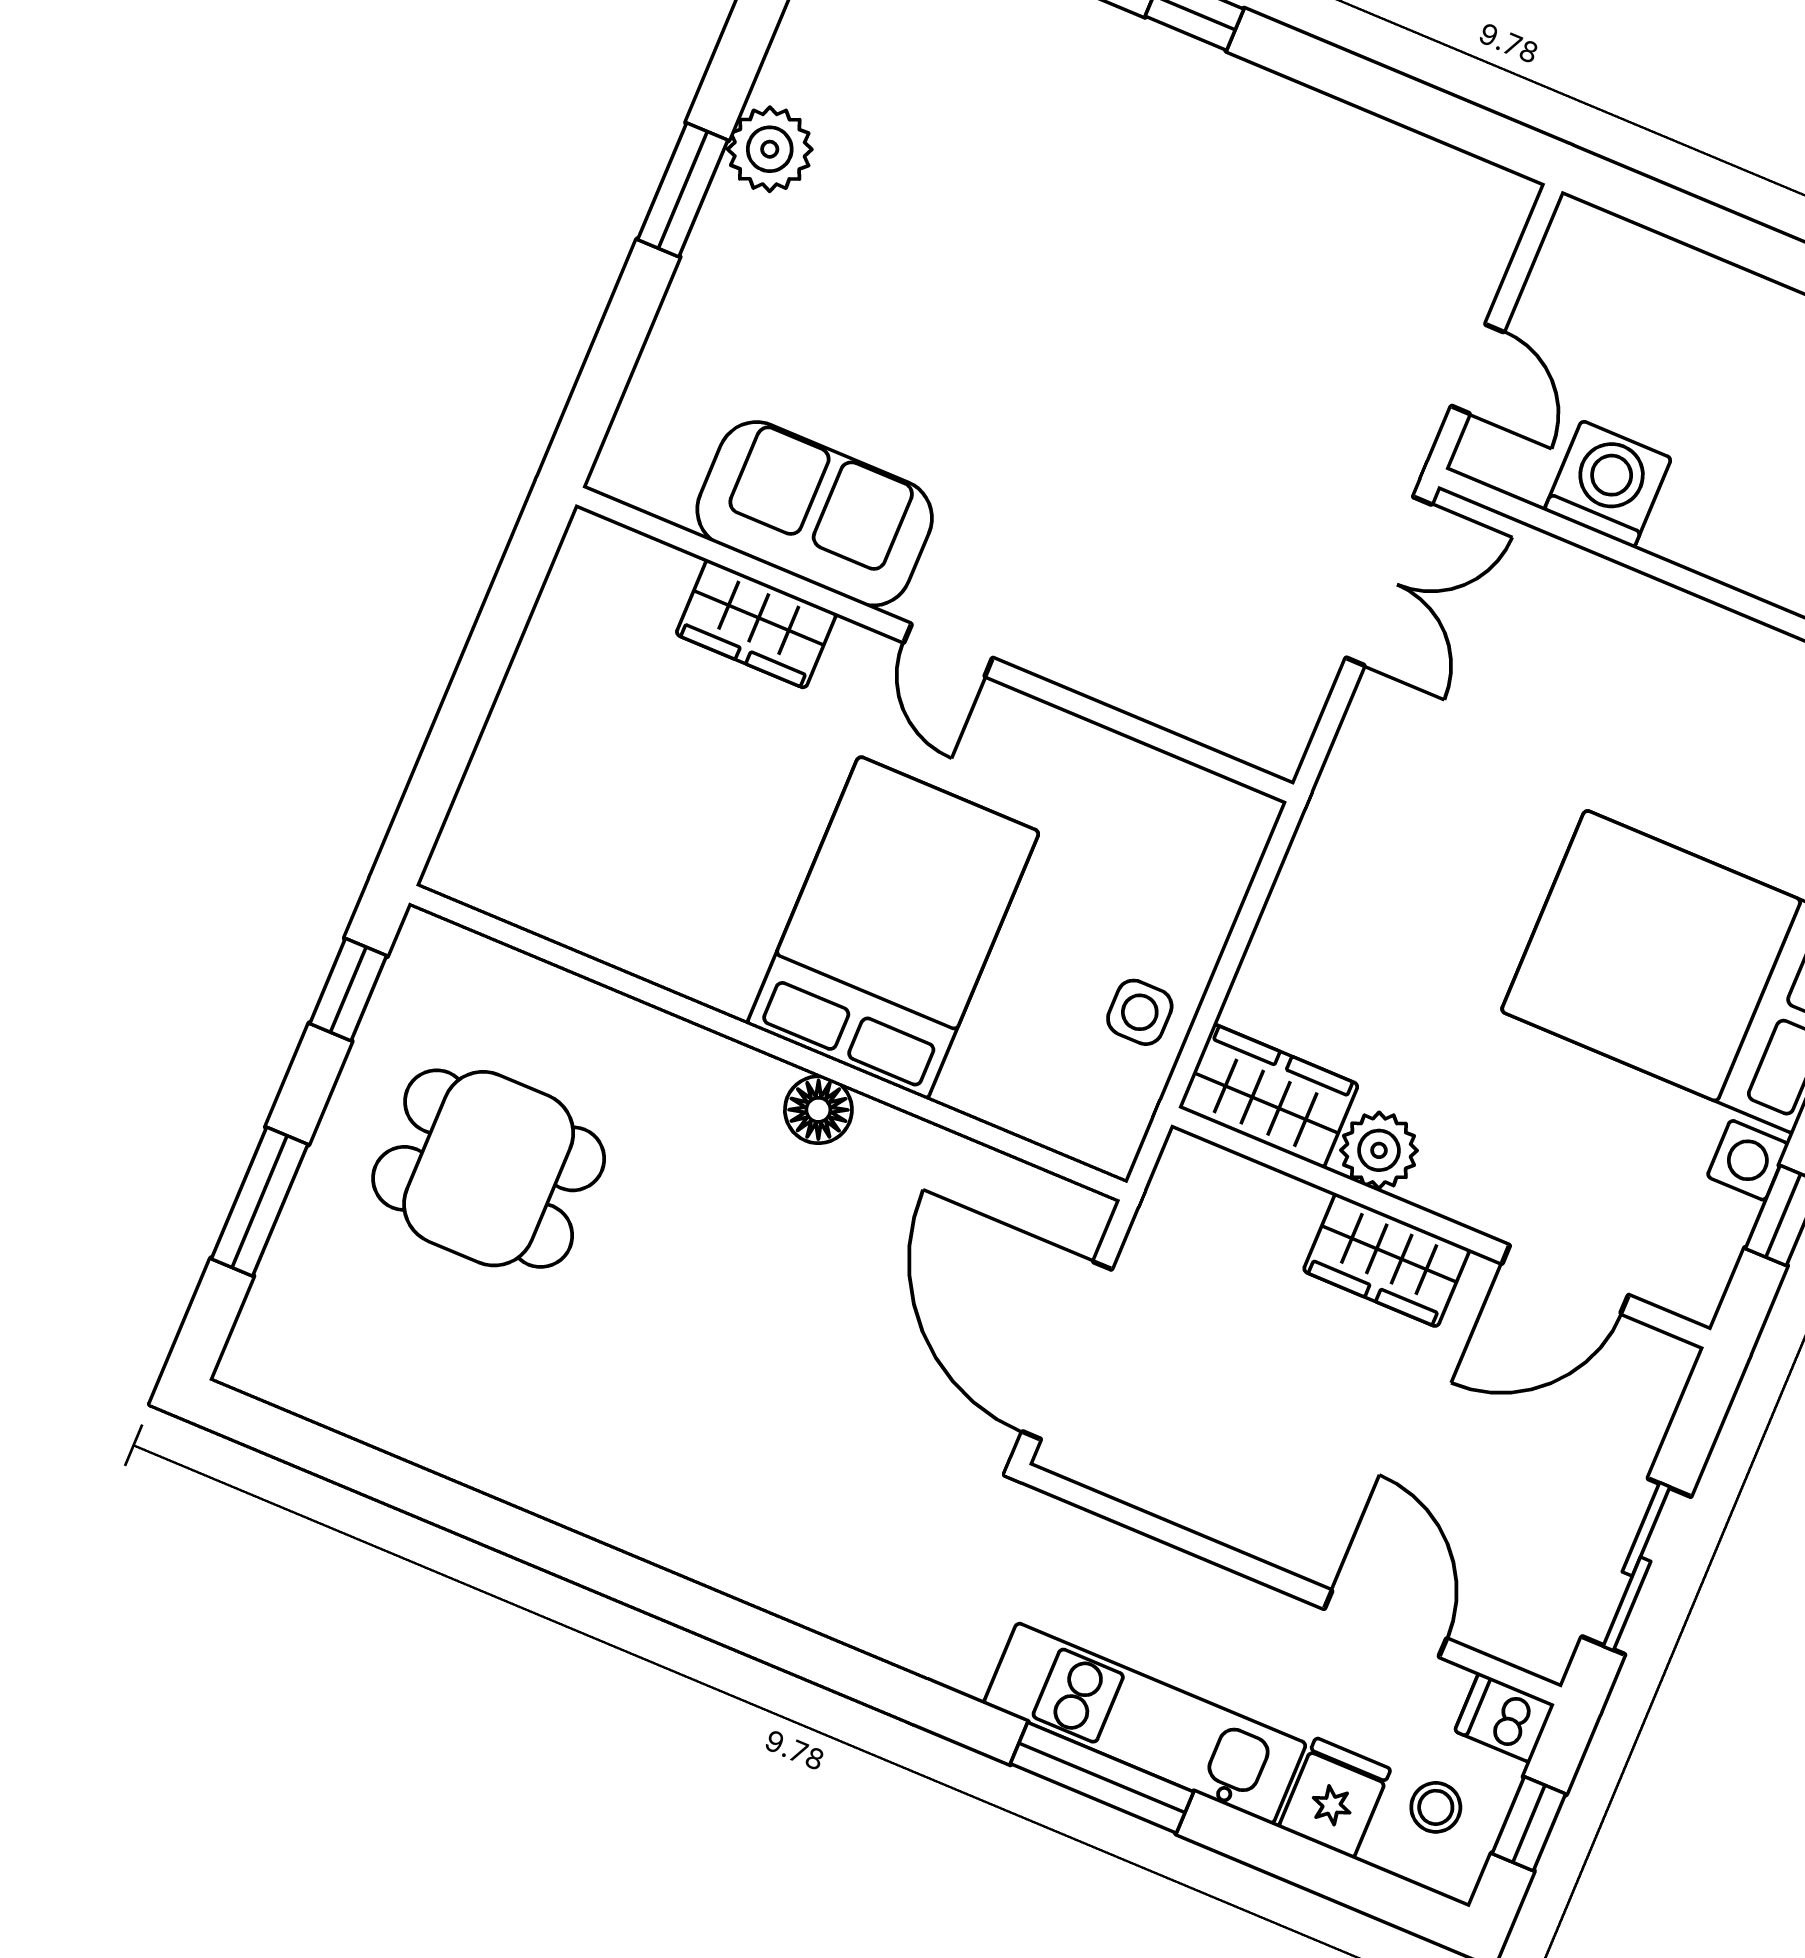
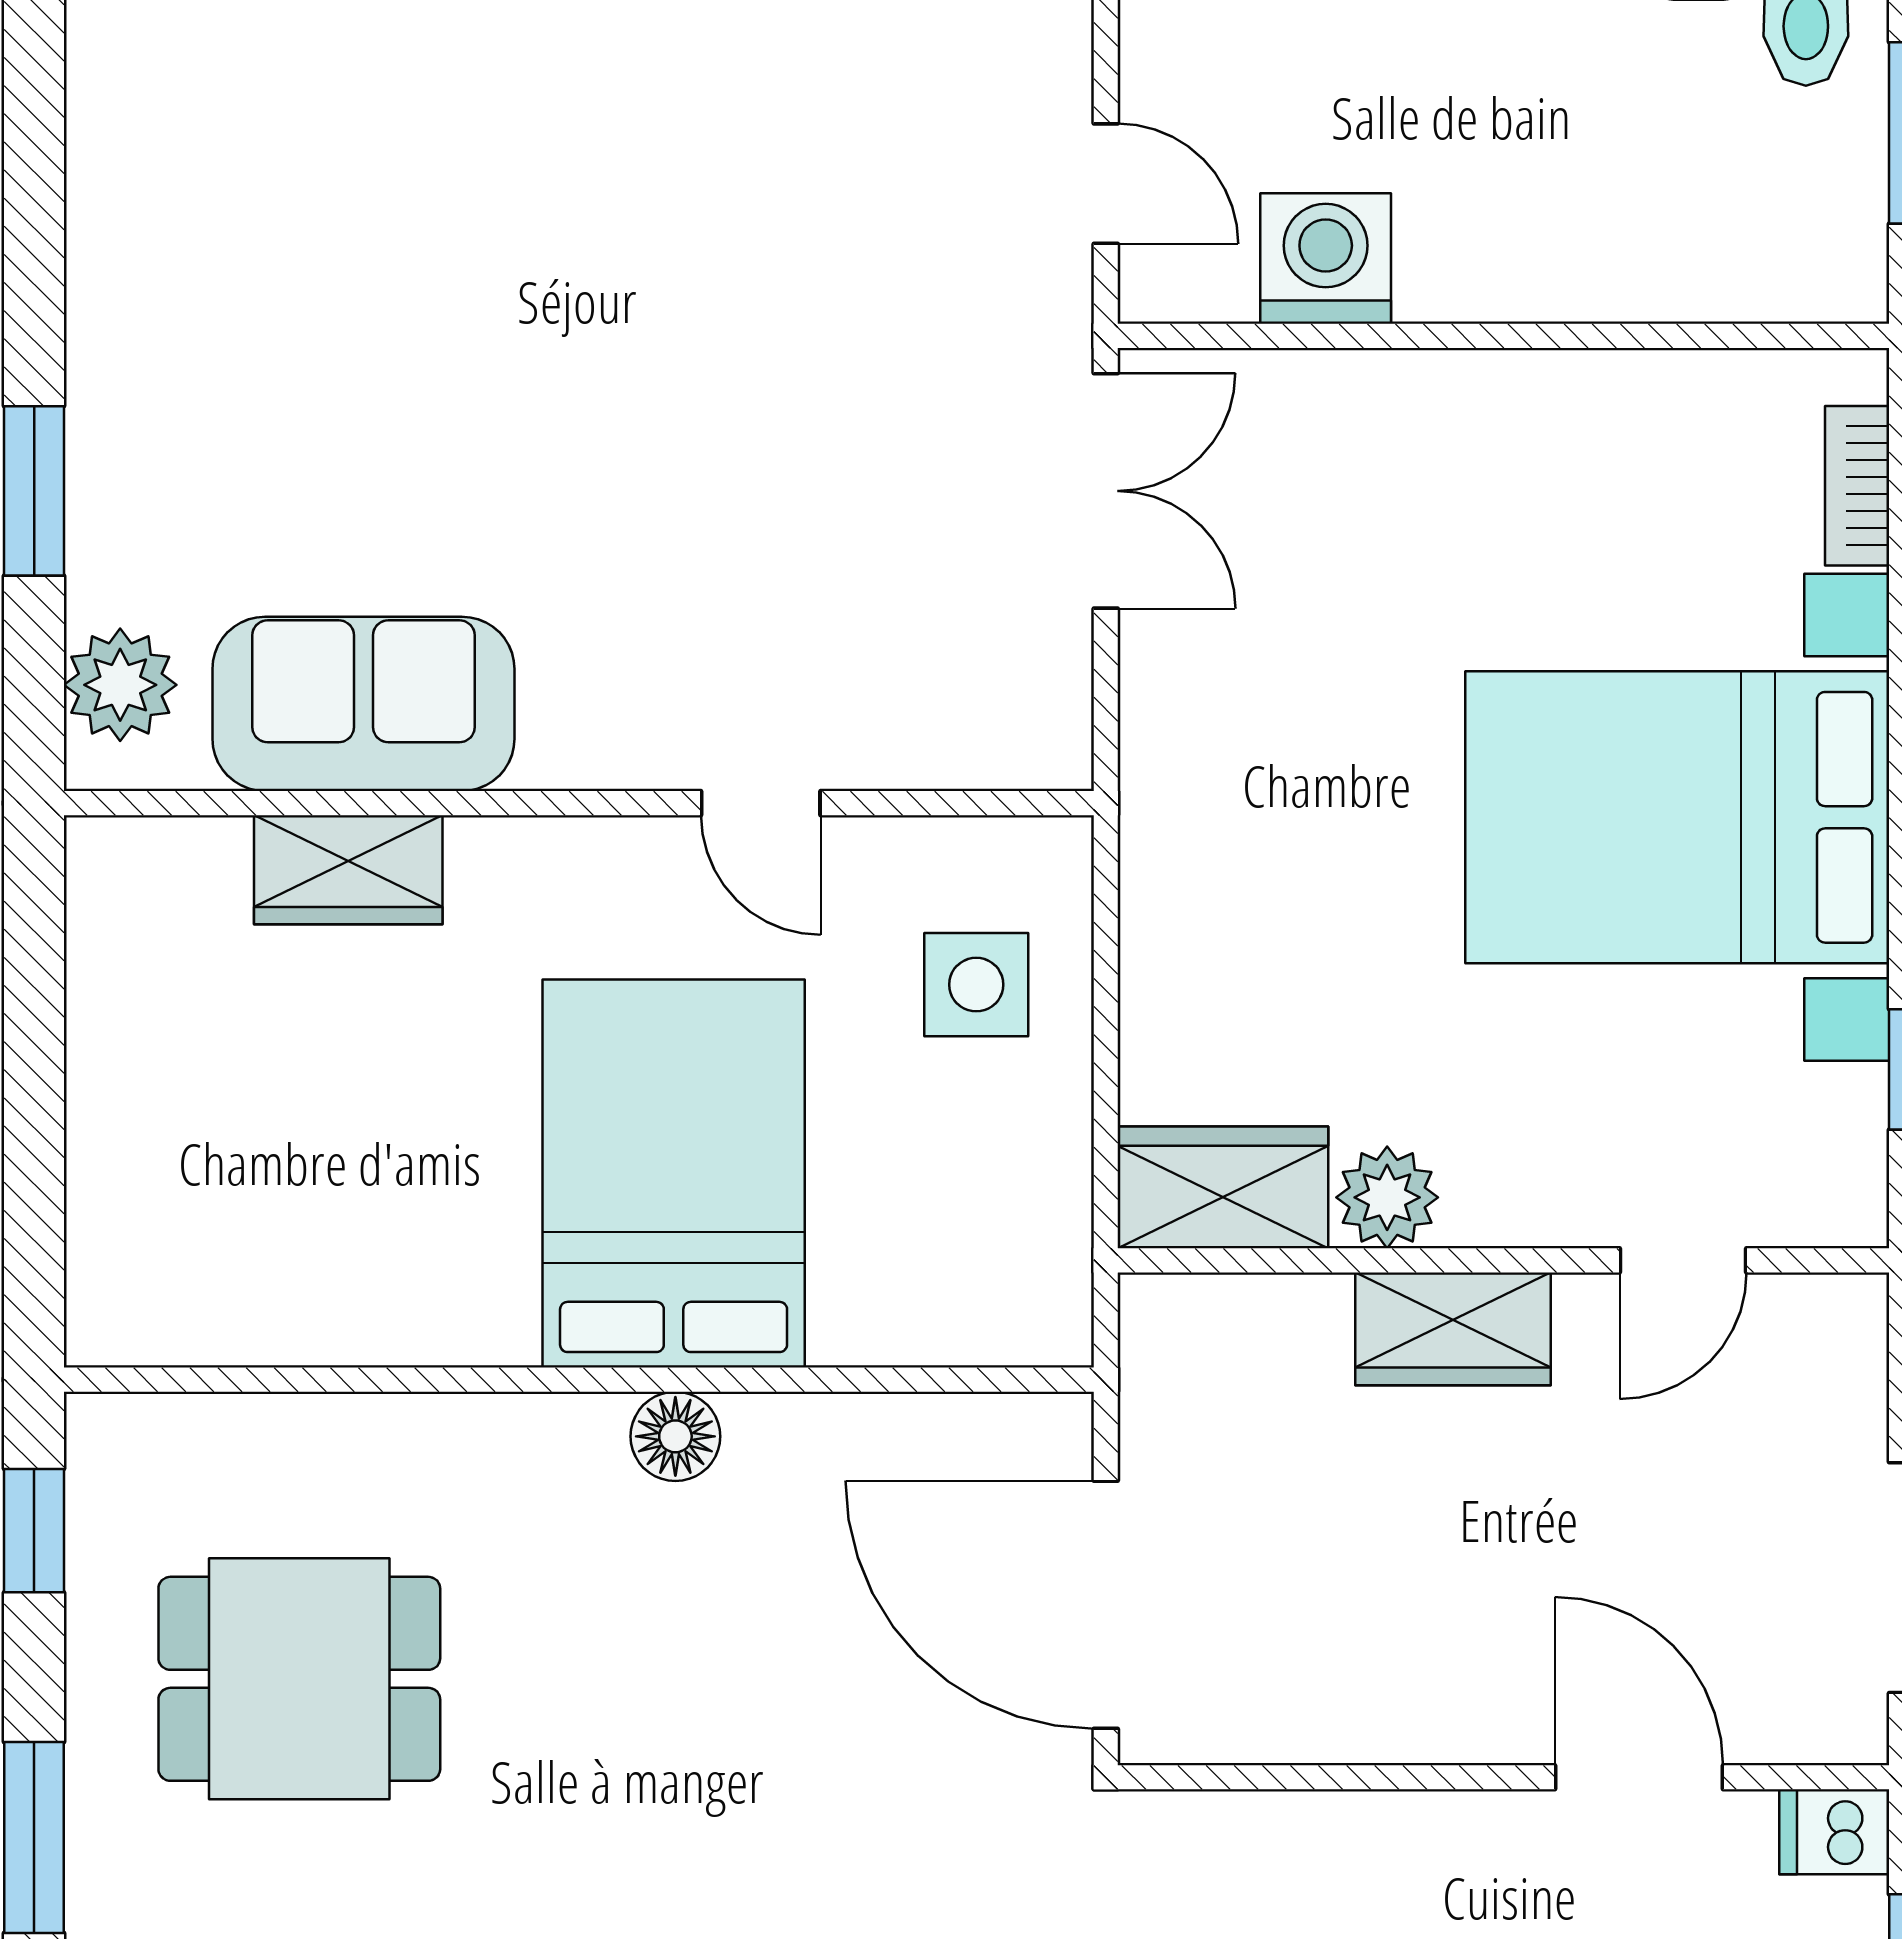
plant: (770, 149) -> (120, 685), moved
window: (683, 190) -> (34, 491), moved
door: (948, 650) -> (761, 803), moved
side table: (1140, 1012) -> (976, 985), moved, width x1.37, depth x1.37
door: (1565, 1279) -> (1683, 1260), width x0.73

